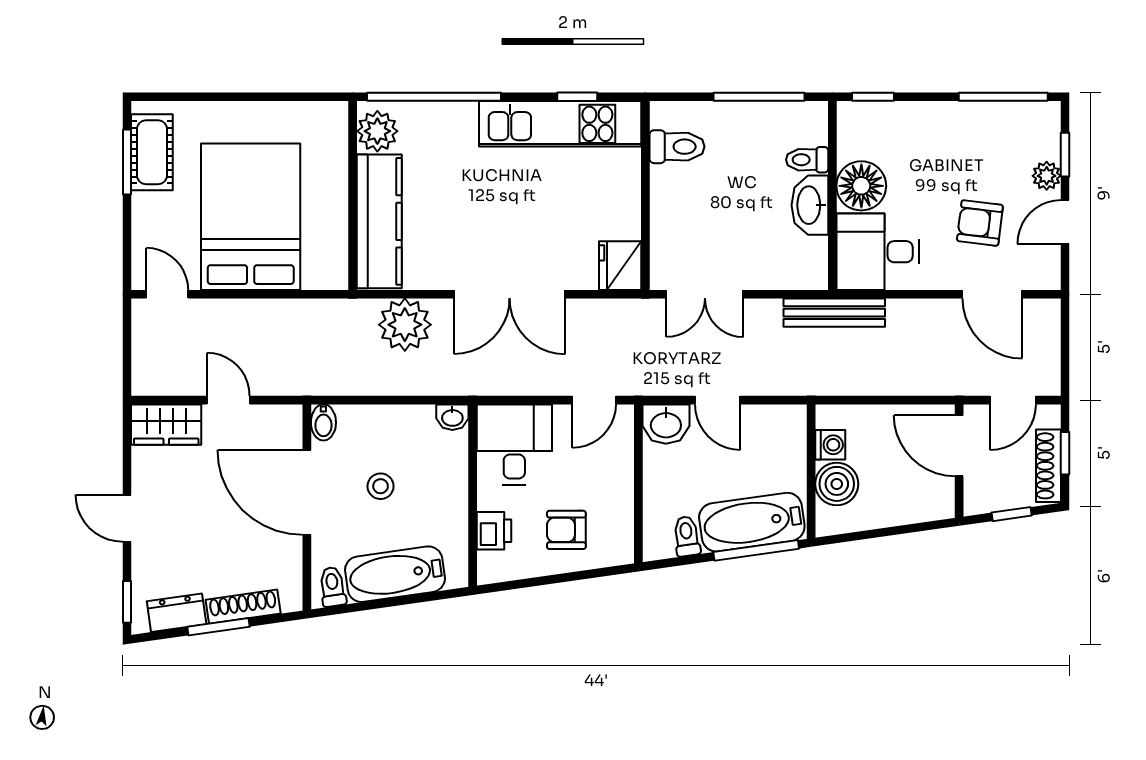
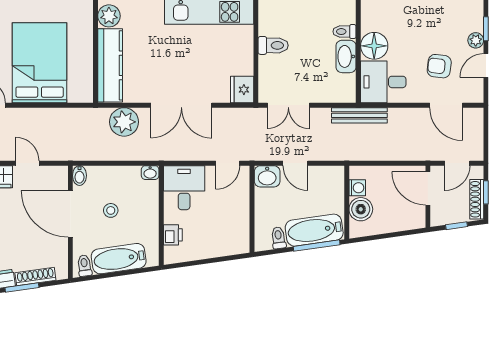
toilet: (677, 147) -> (273, 45), moved
armchair: (566, 530) -> (213, 234), removed

